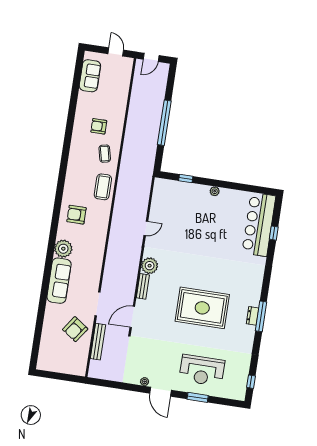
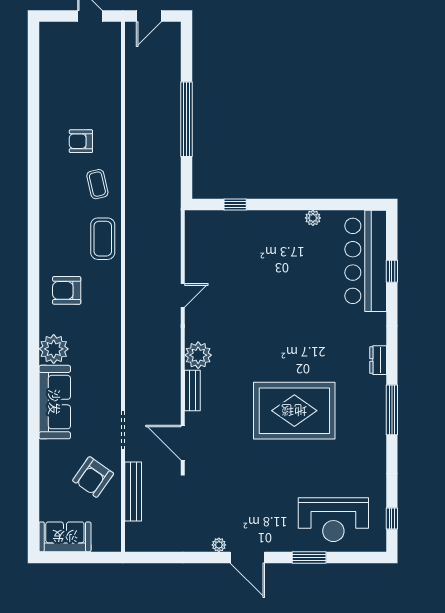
sofa: (90, 76) -> (65, 537), moved, turned -90
plant: (215, 191) -> (313, 218), moved
dresser: (253, 316) -> (378, 360), moved
door: (132, 317) -> (183, 443), hinge flipped
reception desk: (202, 370) -> (333, 520), moved

